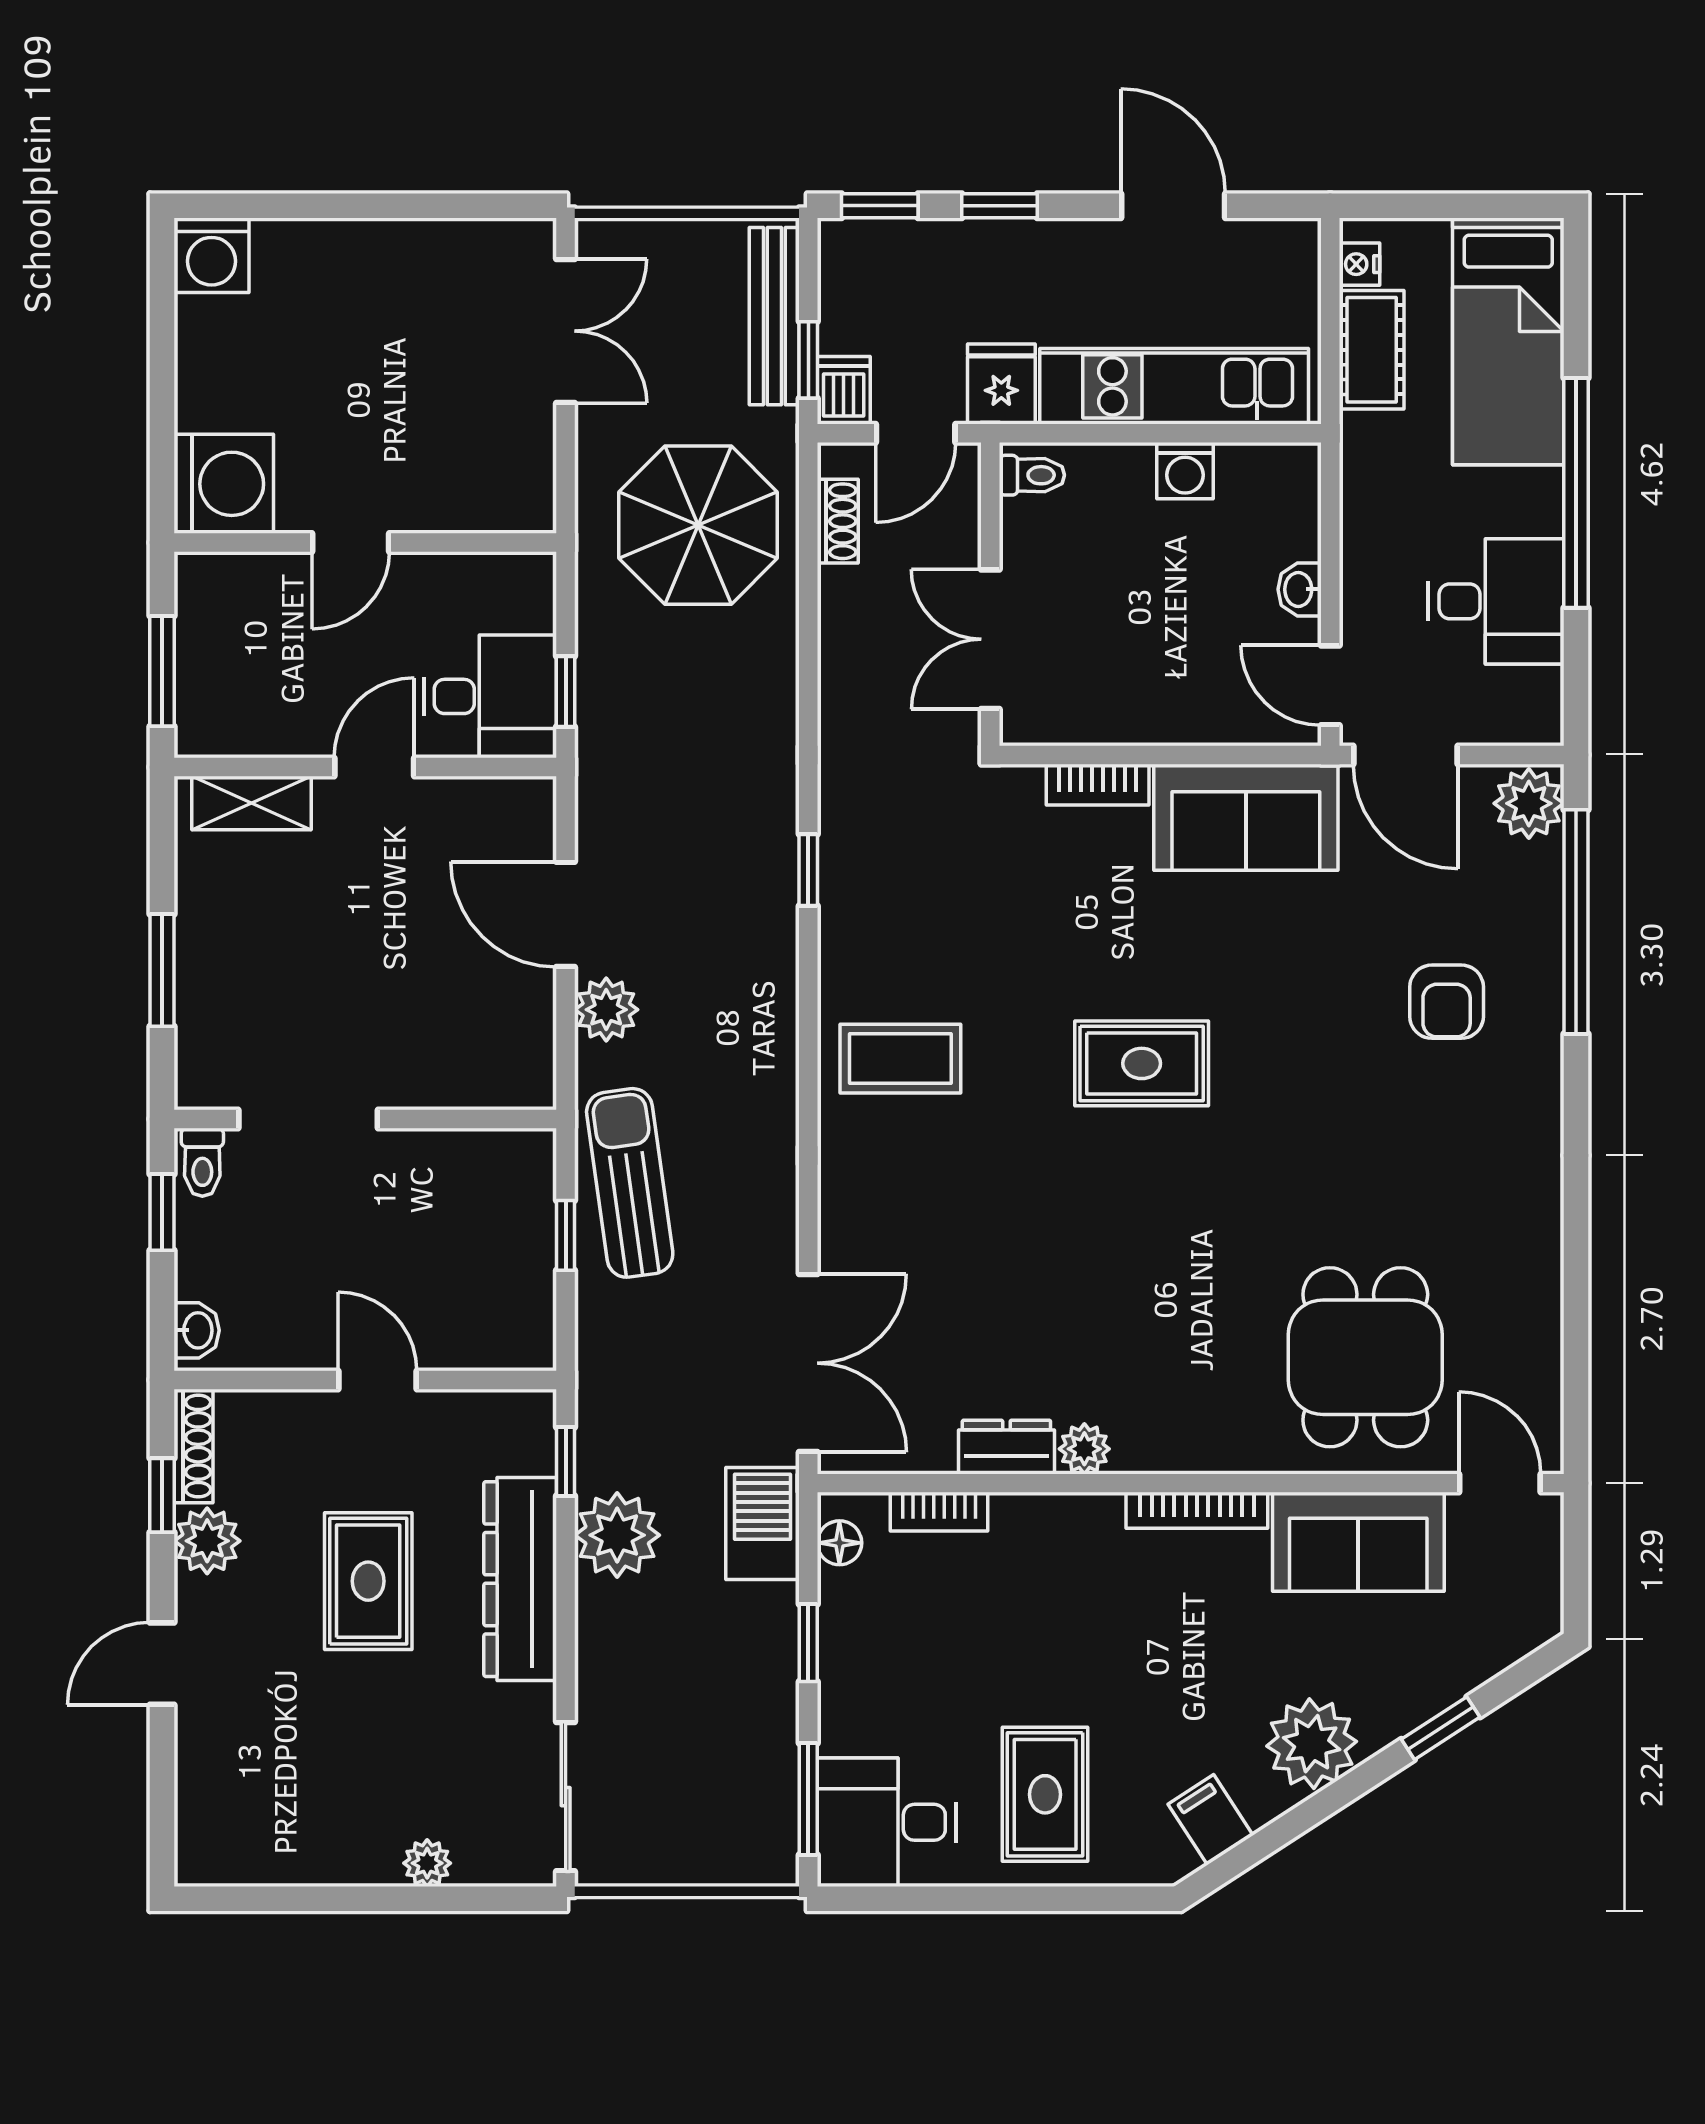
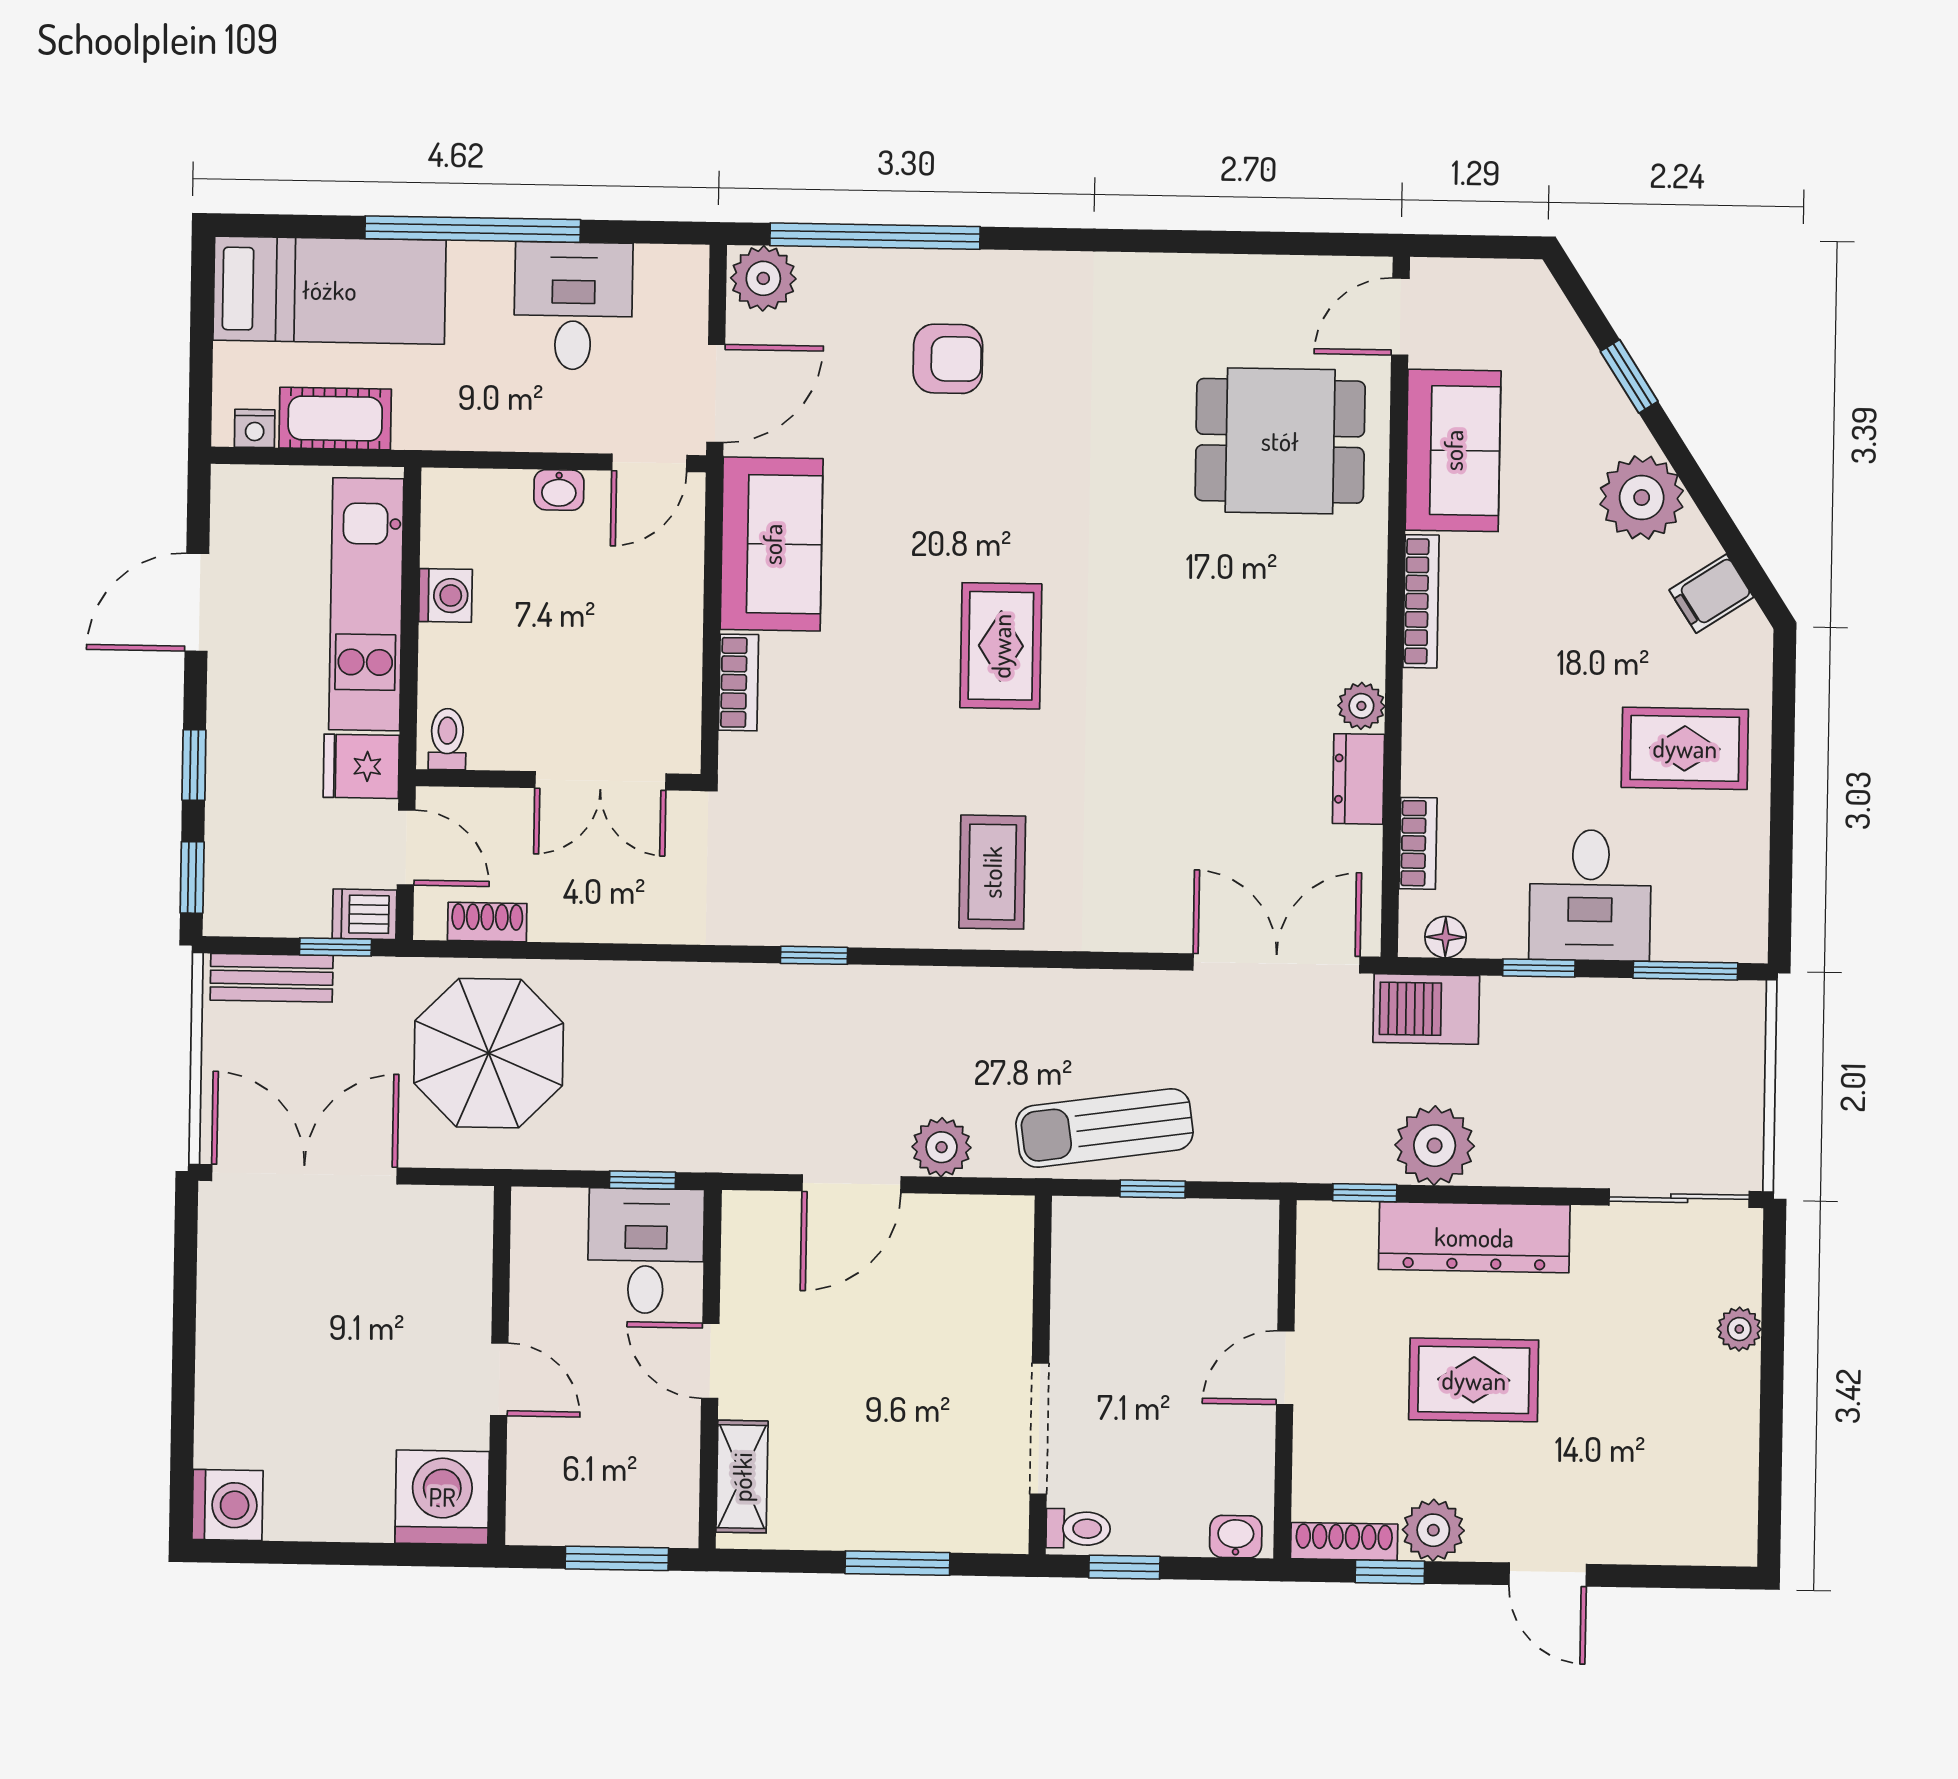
bench: (774, 316) -> (272, 978), width x0.73
double door: (566, 331) -> (304, 1174), width x1.37
desk: (887, 1822) -> (1590, 895), moved

